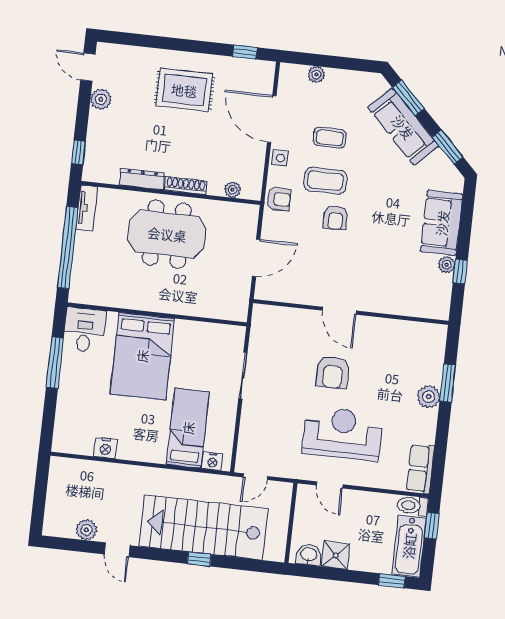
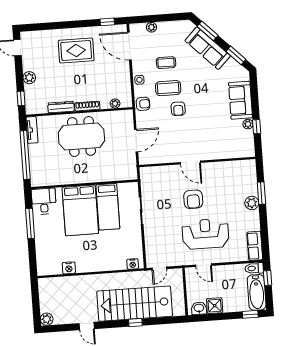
plant: (101, 99) -> (29, 78), moved
door: (272, 119) -> (129, 46), moved
bed: (188, 428) -> (108, 207), moved, turned 180
plant: (86, 530) -> (47, 319), moved

